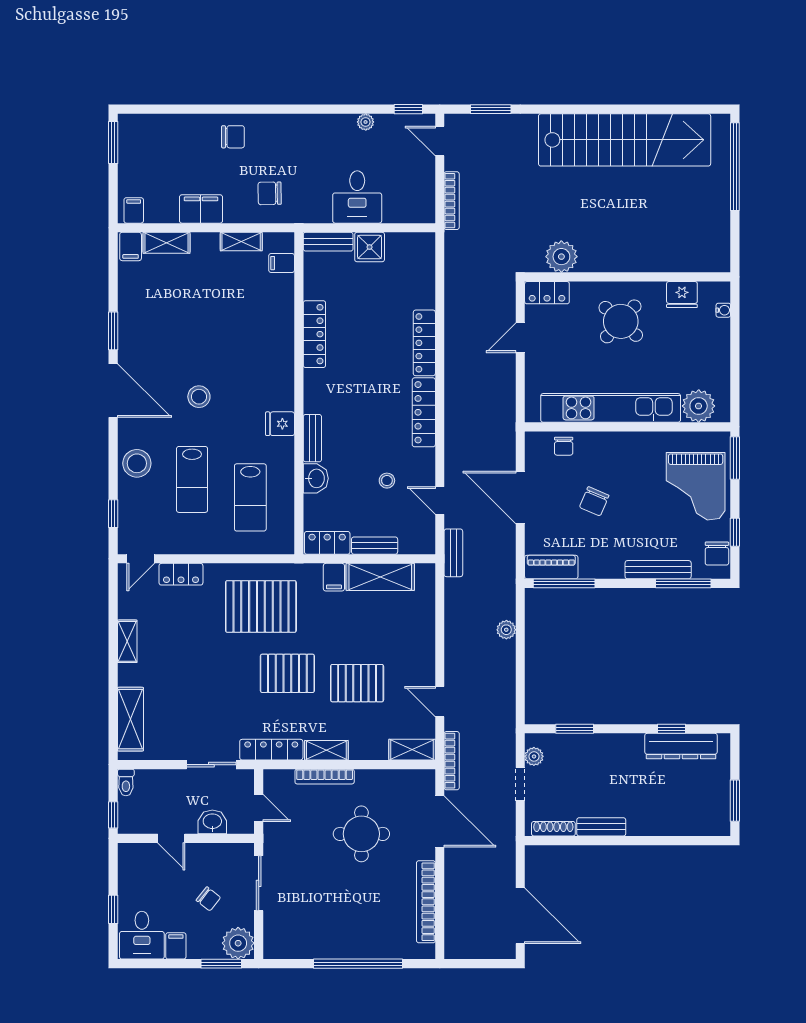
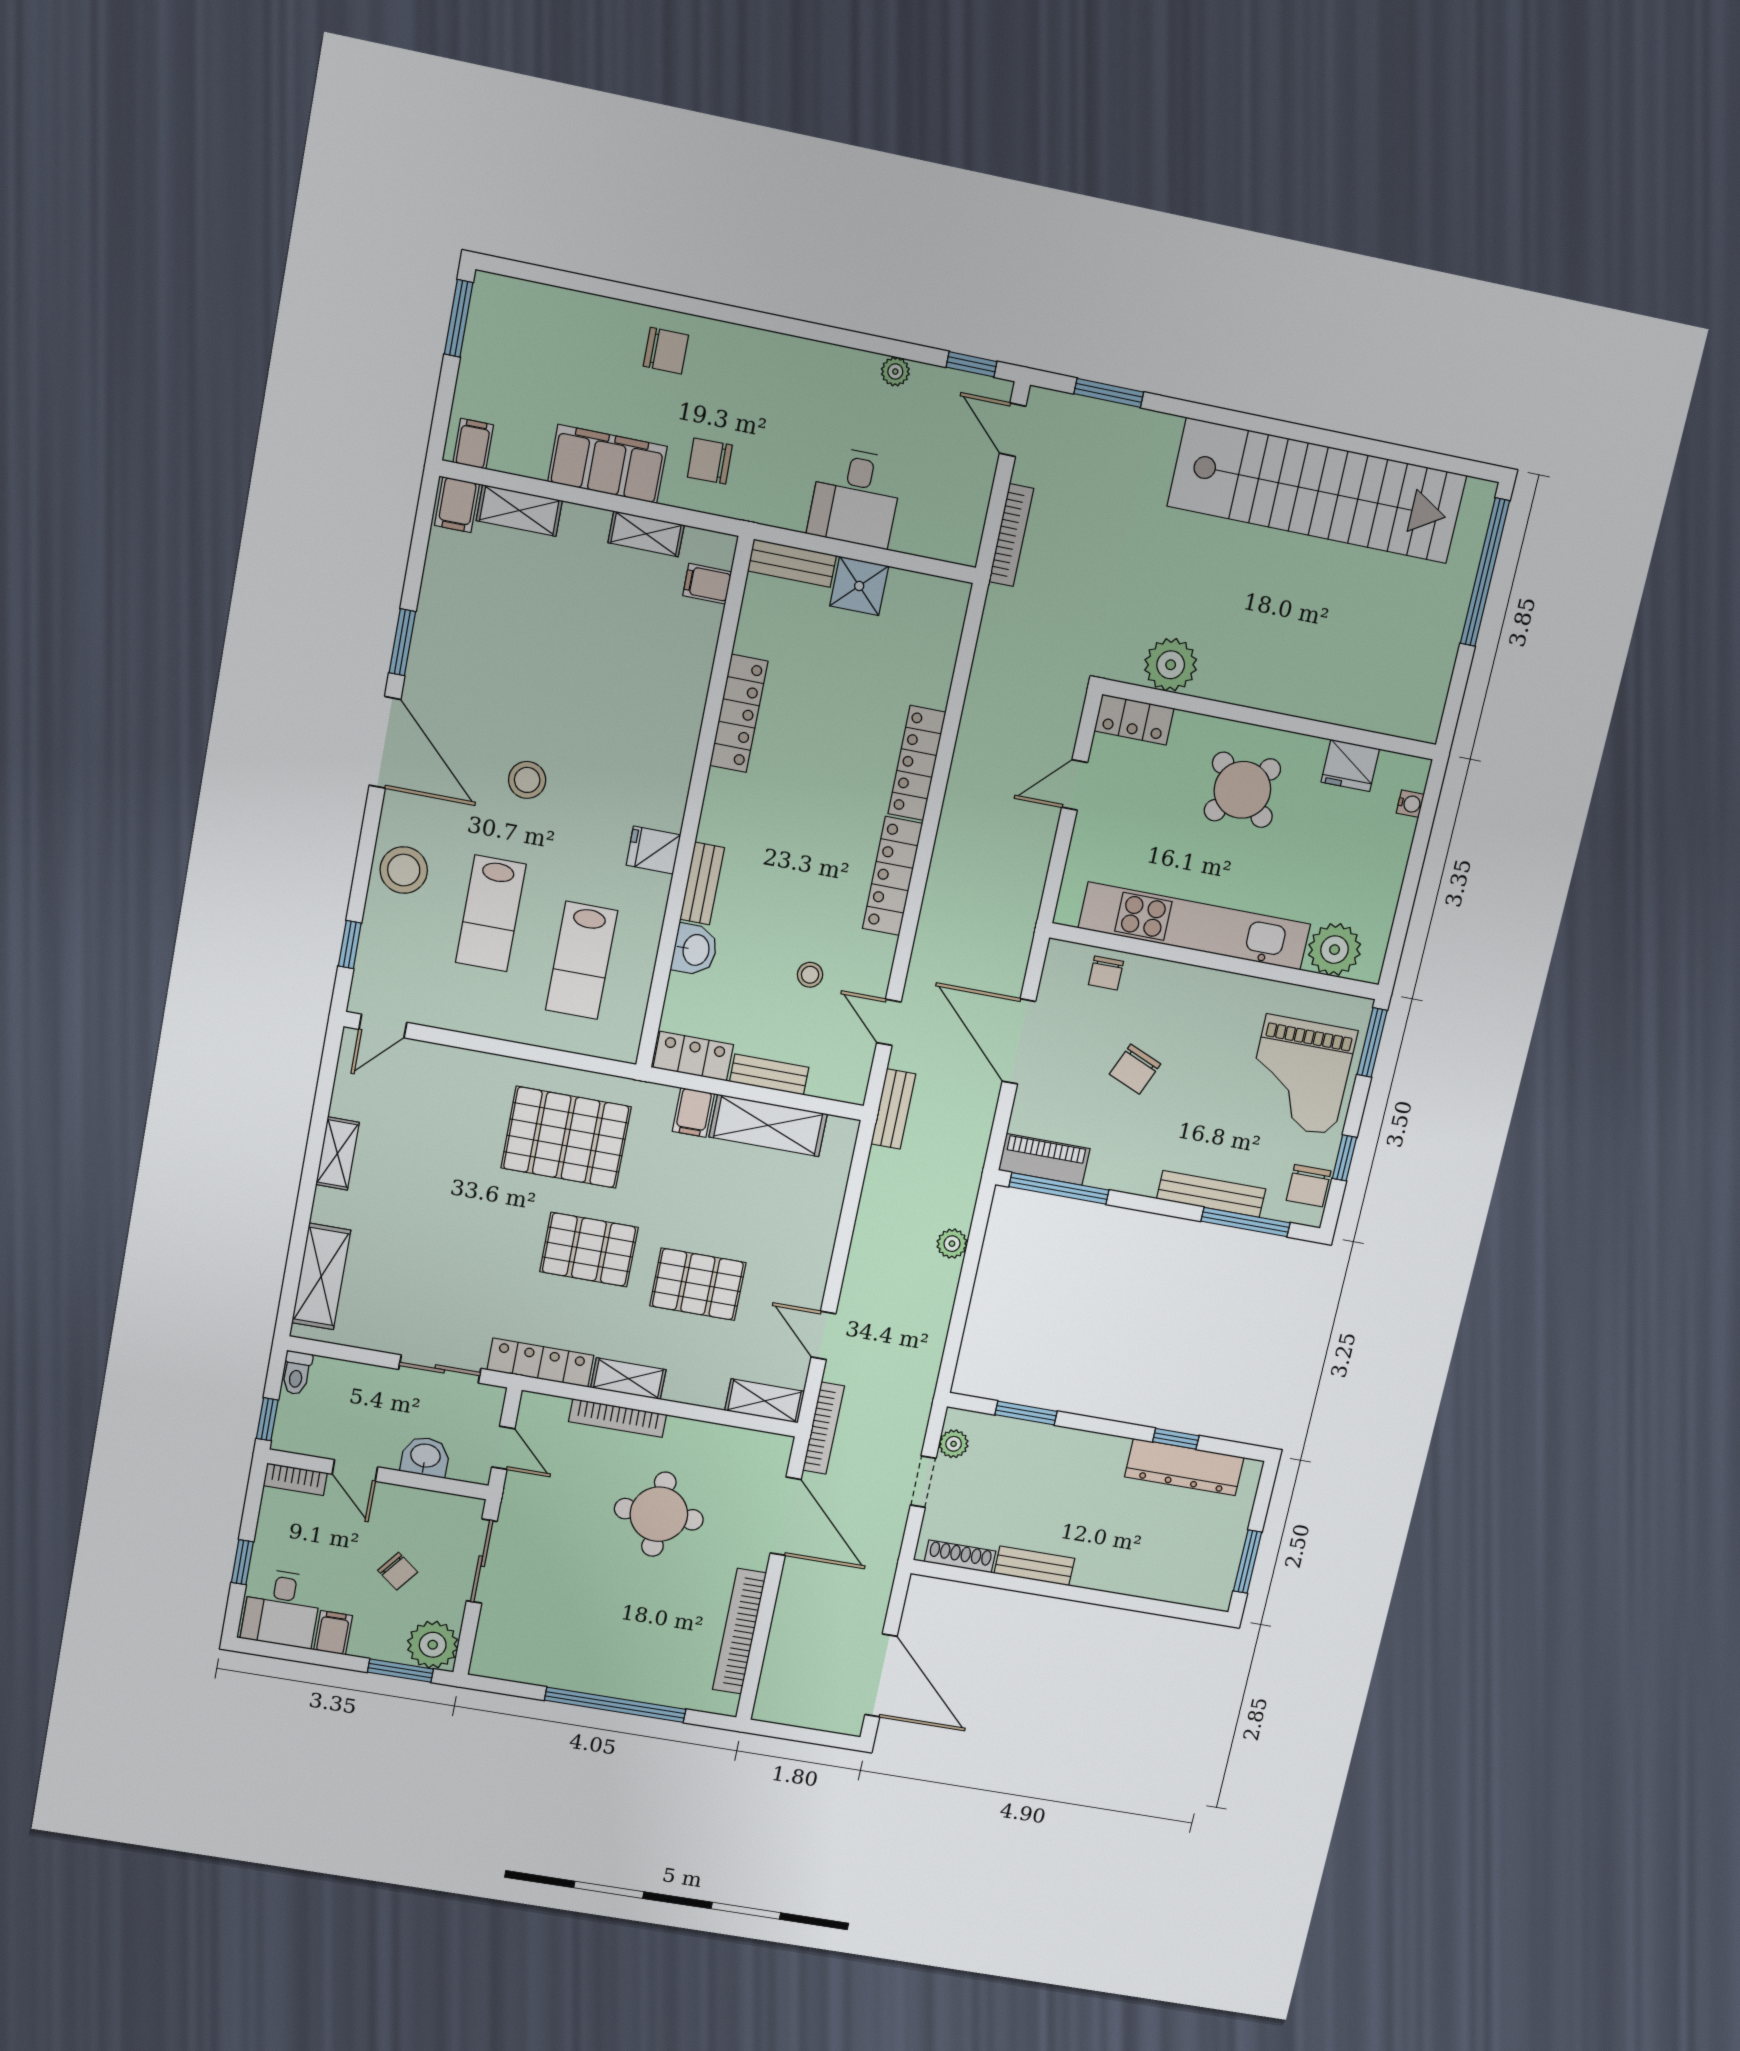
filing cabinet: (201, 209) -> (607, 464), width x1.50, depth x1.17
locker: (181, 574) -> (445, 1063), removed
bookcase: (136, 850) -> (295, 1479), added

